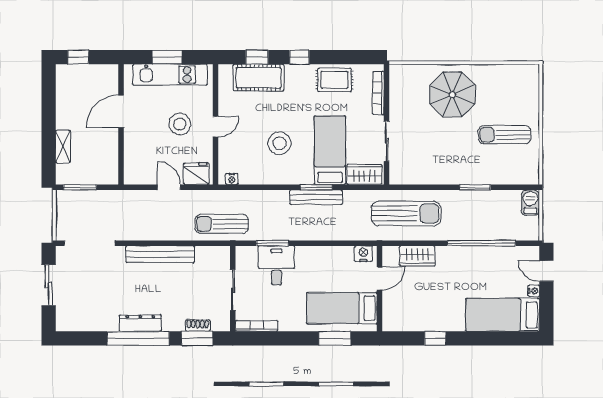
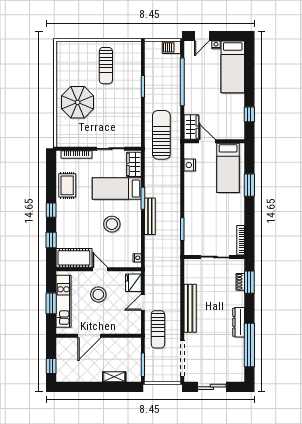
cot: (259, 78) -> (74, 258), moved, turned 90
door: (121, 111) -> (89, 336), hinge flipped
bench: (316, 197) -> (150, 216), moved
barbecue: (530, 203) -> (171, 47), moved
sun lounger: (222, 224) -> (158, 329), moved
desk: (276, 265) -> (198, 226), removed
door: (380, 278) -> (207, 141), moved
wall: (380, 289) -> (214, 141), moved
bed: (342, 308) -> (228, 168), moved
window: (138, 338) -> (249, 345), moved

